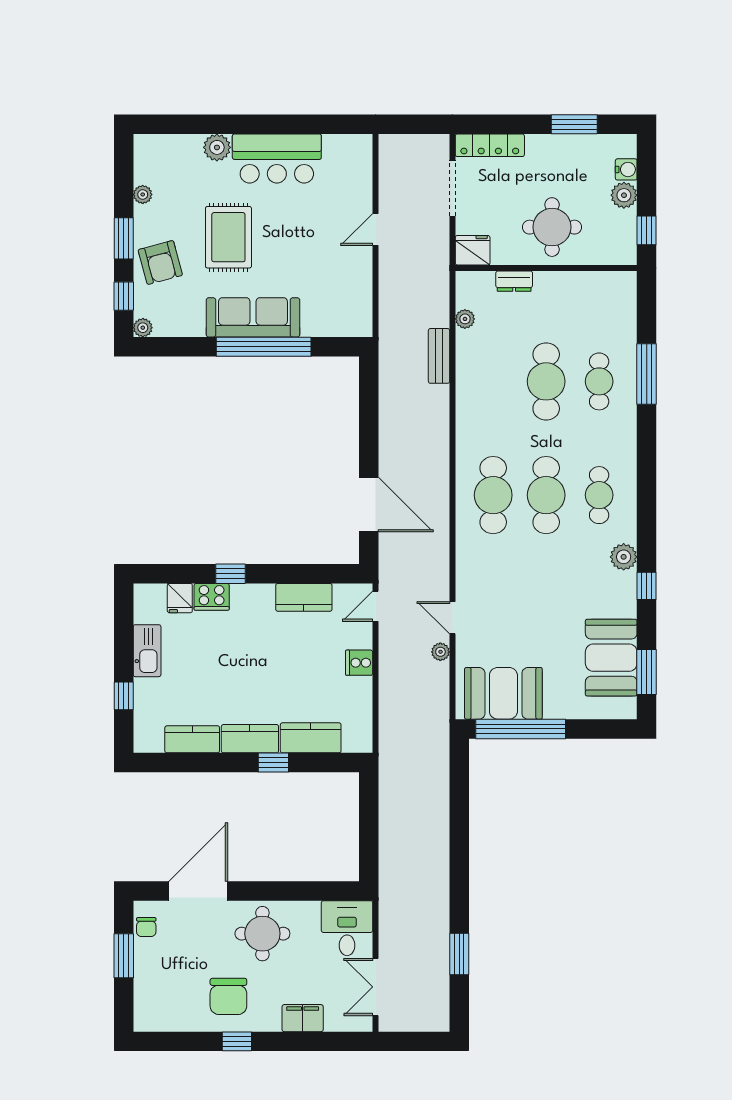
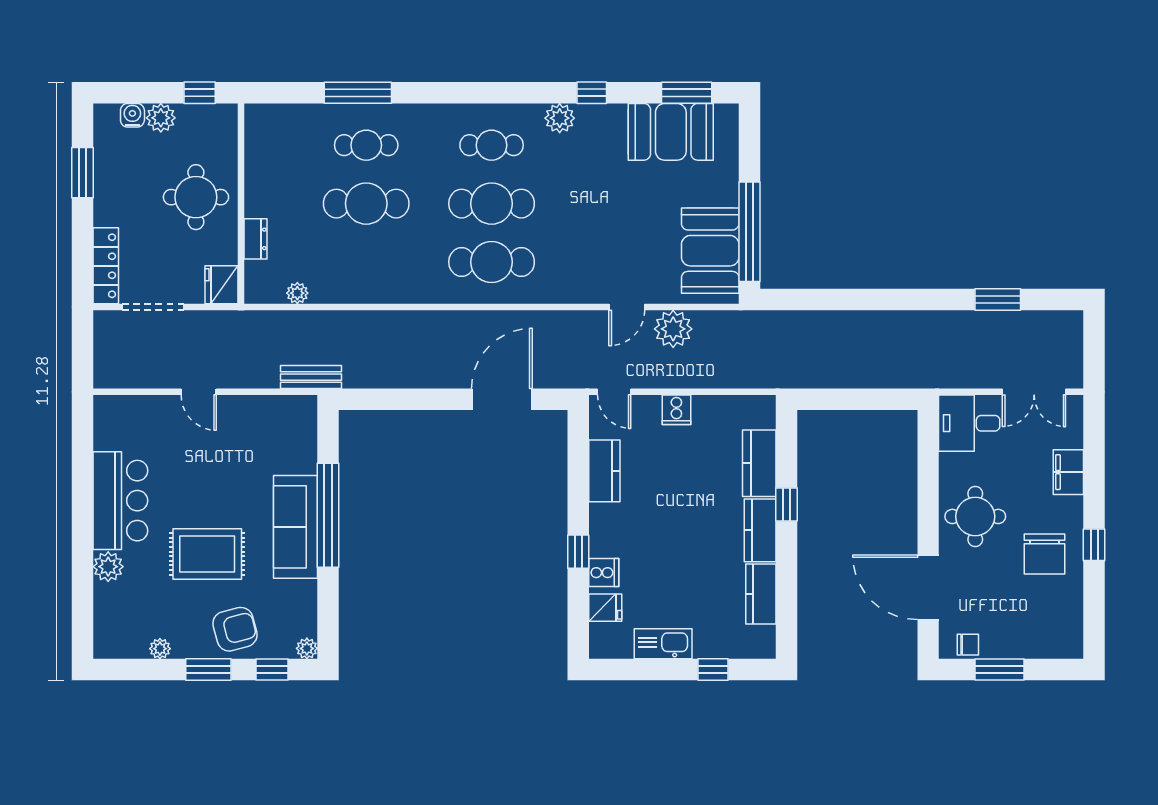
bench: (439, 356) -> (311, 377), moved
cooker: (212, 597) -> (604, 573), width x0.73
plant: (440, 652) -> (673, 329), width x1.88, depth x1.88
chair: (228, 996) -> (1045, 554), turned 90

